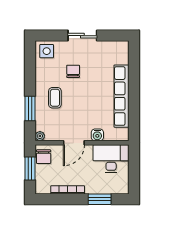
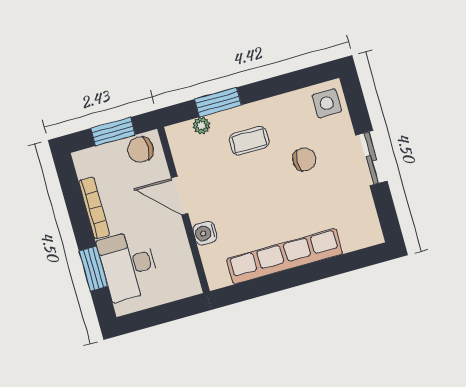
plant: (40, 136) -> (201, 126), moved
desk: (111, 159) -> (128, 266), moved, turned 180

